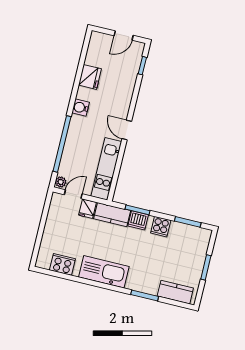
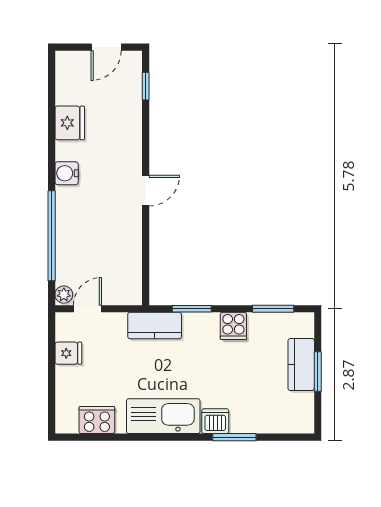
door: (127, 130) -> (146, 191), swing flipped
kitchen unit: (106, 169) -> (129, 258), removed
fridge: (88, 209) -> (68, 353), moved, turned -90
dishwasher: (138, 220) -> (215, 421), moved, turned 180
kitchen counter: (175, 292) -> (301, 364), moved, turned -90

